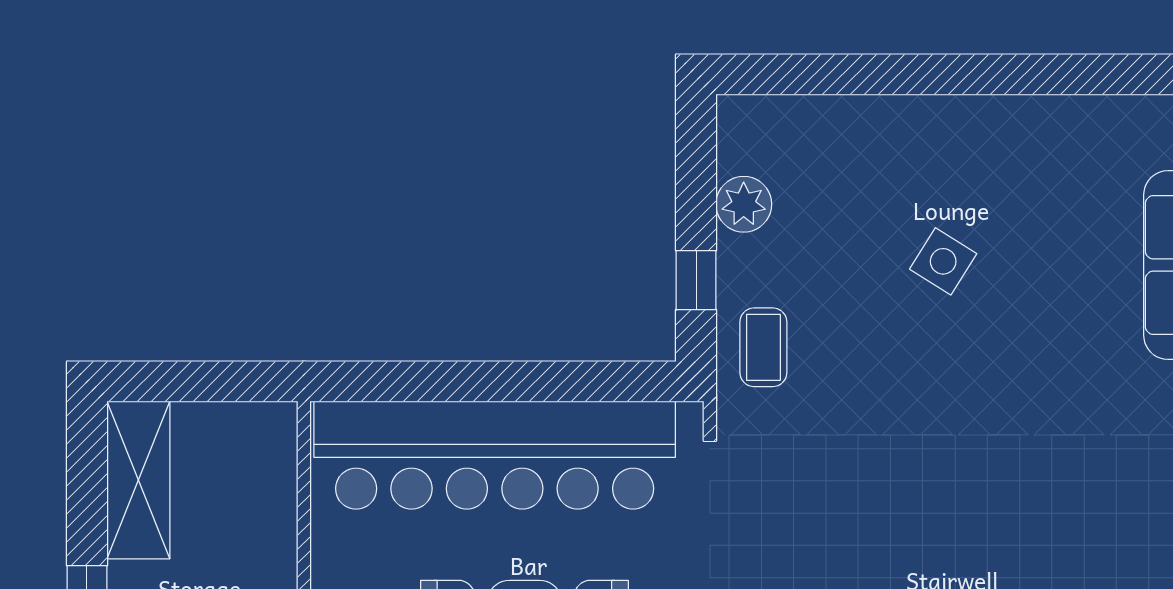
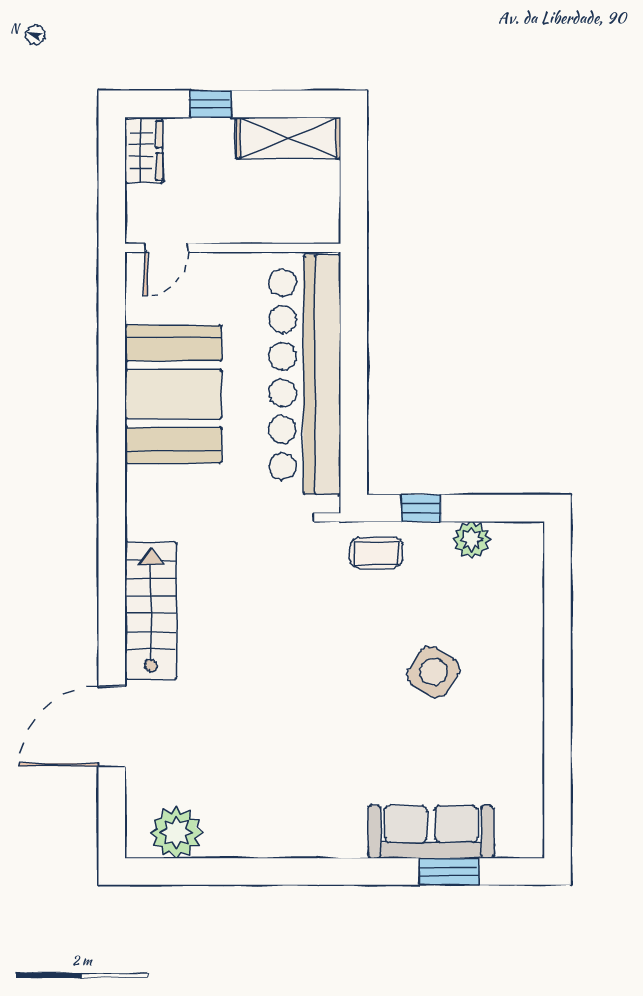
side table: (943, 261) -> (433, 672), width x1.37, depth x1.37

